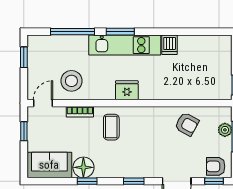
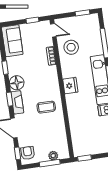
armchair: (187, 124) -> (53, 129), removed
coffee table: (111, 127) -> (46, 107), moved
floor lamp: (83, 167) -> (17, 83), moved
fireplace: (140, 171) -> (17, 102), added

